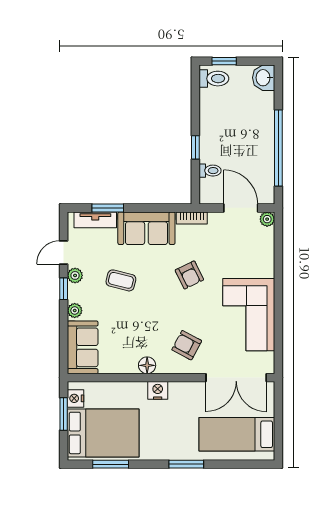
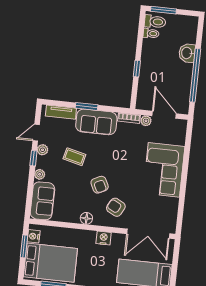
window: (224, 61) -> (163, 10), width x1.50
washbasin: (264, 78) -> (187, 53), moved
toilet: (210, 171) -> (151, 33), moved
window: (108, 208) -> (87, 106), moved
plant: (267, 219) -> (146, 121), moved
armchair: (189, 275) -> (100, 185), moved
corner sofa: (249, 315) -> (164, 170), moved
nightstand: (158, 390) -> (104, 238), moved

